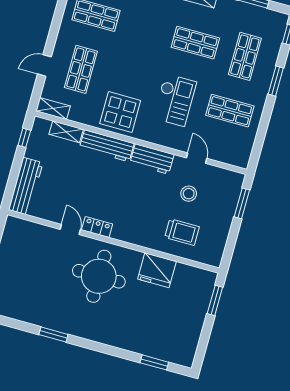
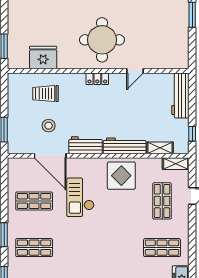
shop shelf: (195, 43) -> (77, 248), removed
shop shelf: (245, 56) -> (34, 248), turned 90
door: (197, 158) -> (50, 156), width x1.88
locker: (97, 227) -> (97, 79), moved
door: (70, 230) -> (135, 71), hinge flipped
fridge: (157, 270) -> (43, 57), moved

